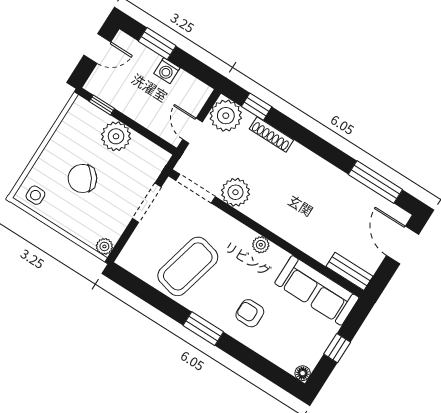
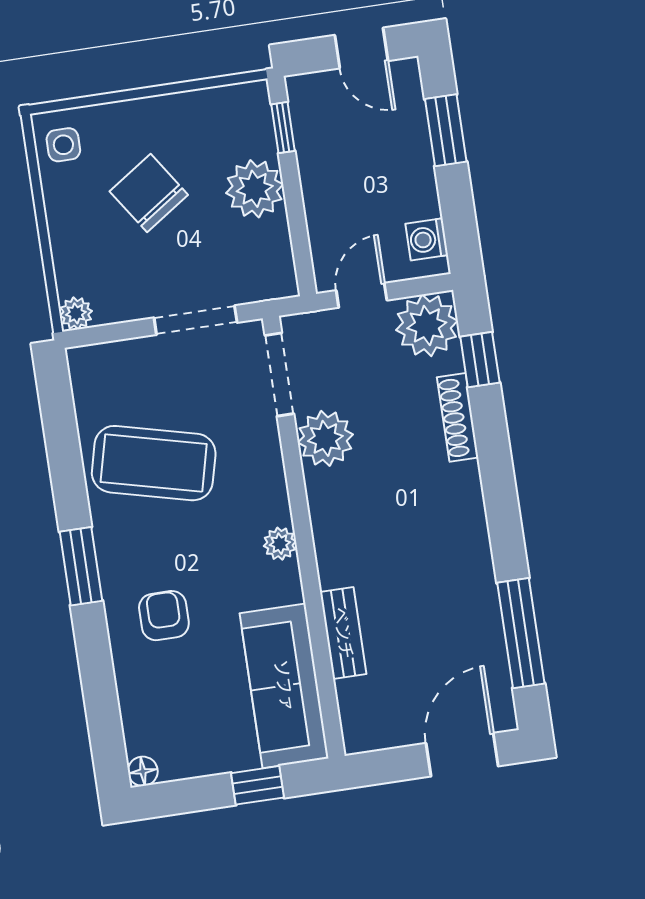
washing machine: (167, 71) -> (427, 239), moved
bench: (350, 271) -> (343, 633), moved
window: (337, 348) -> (258, 785), moved

